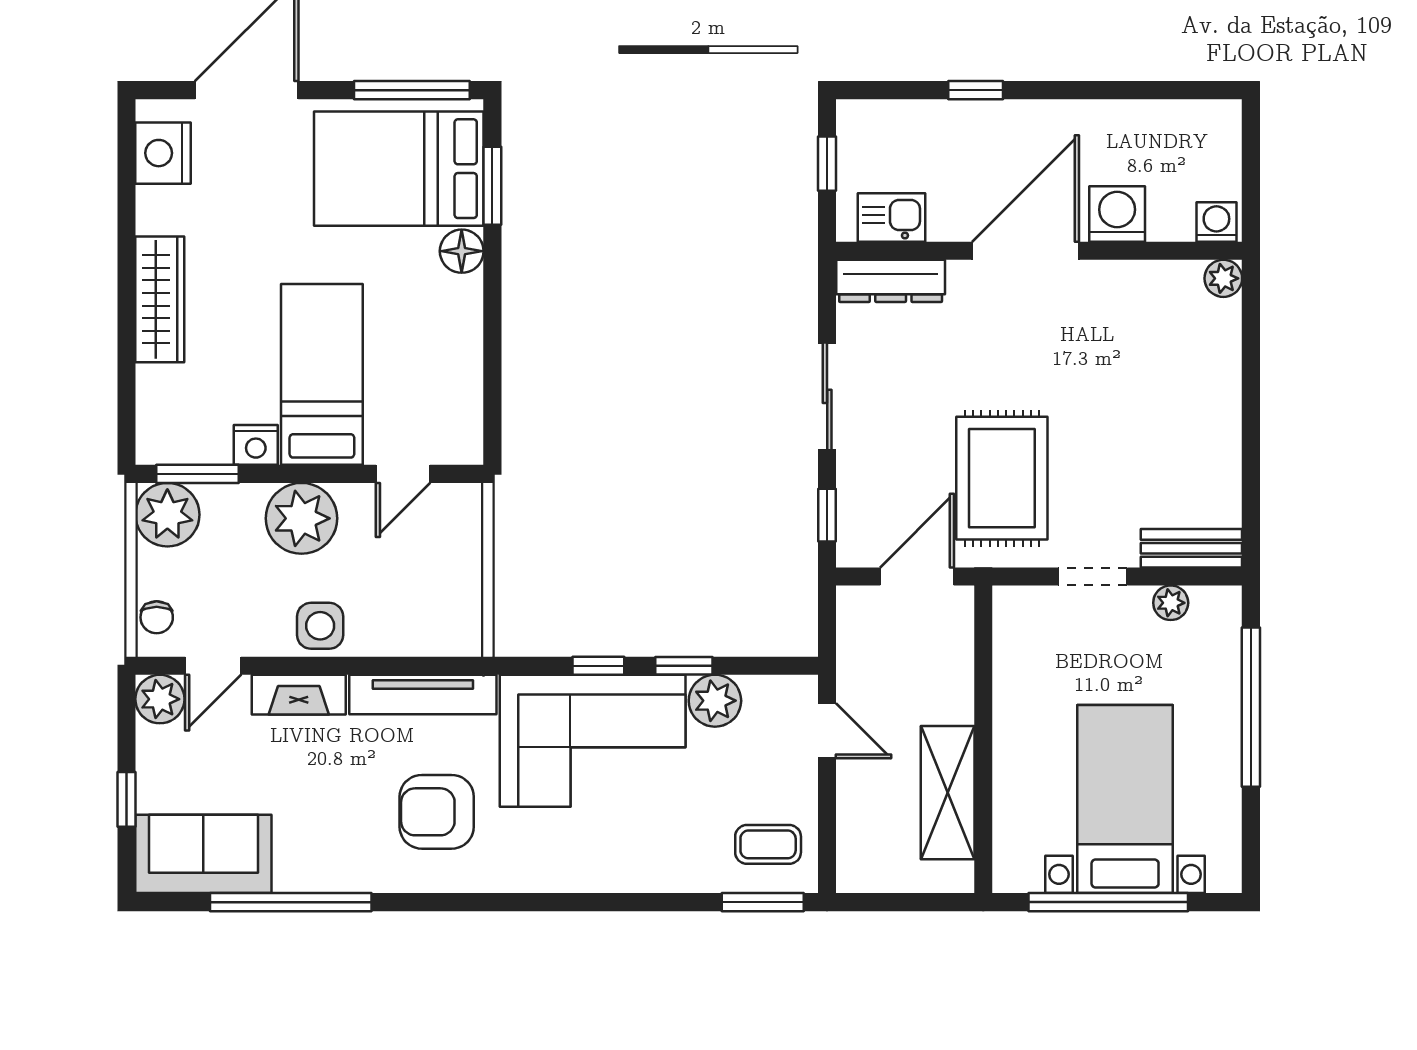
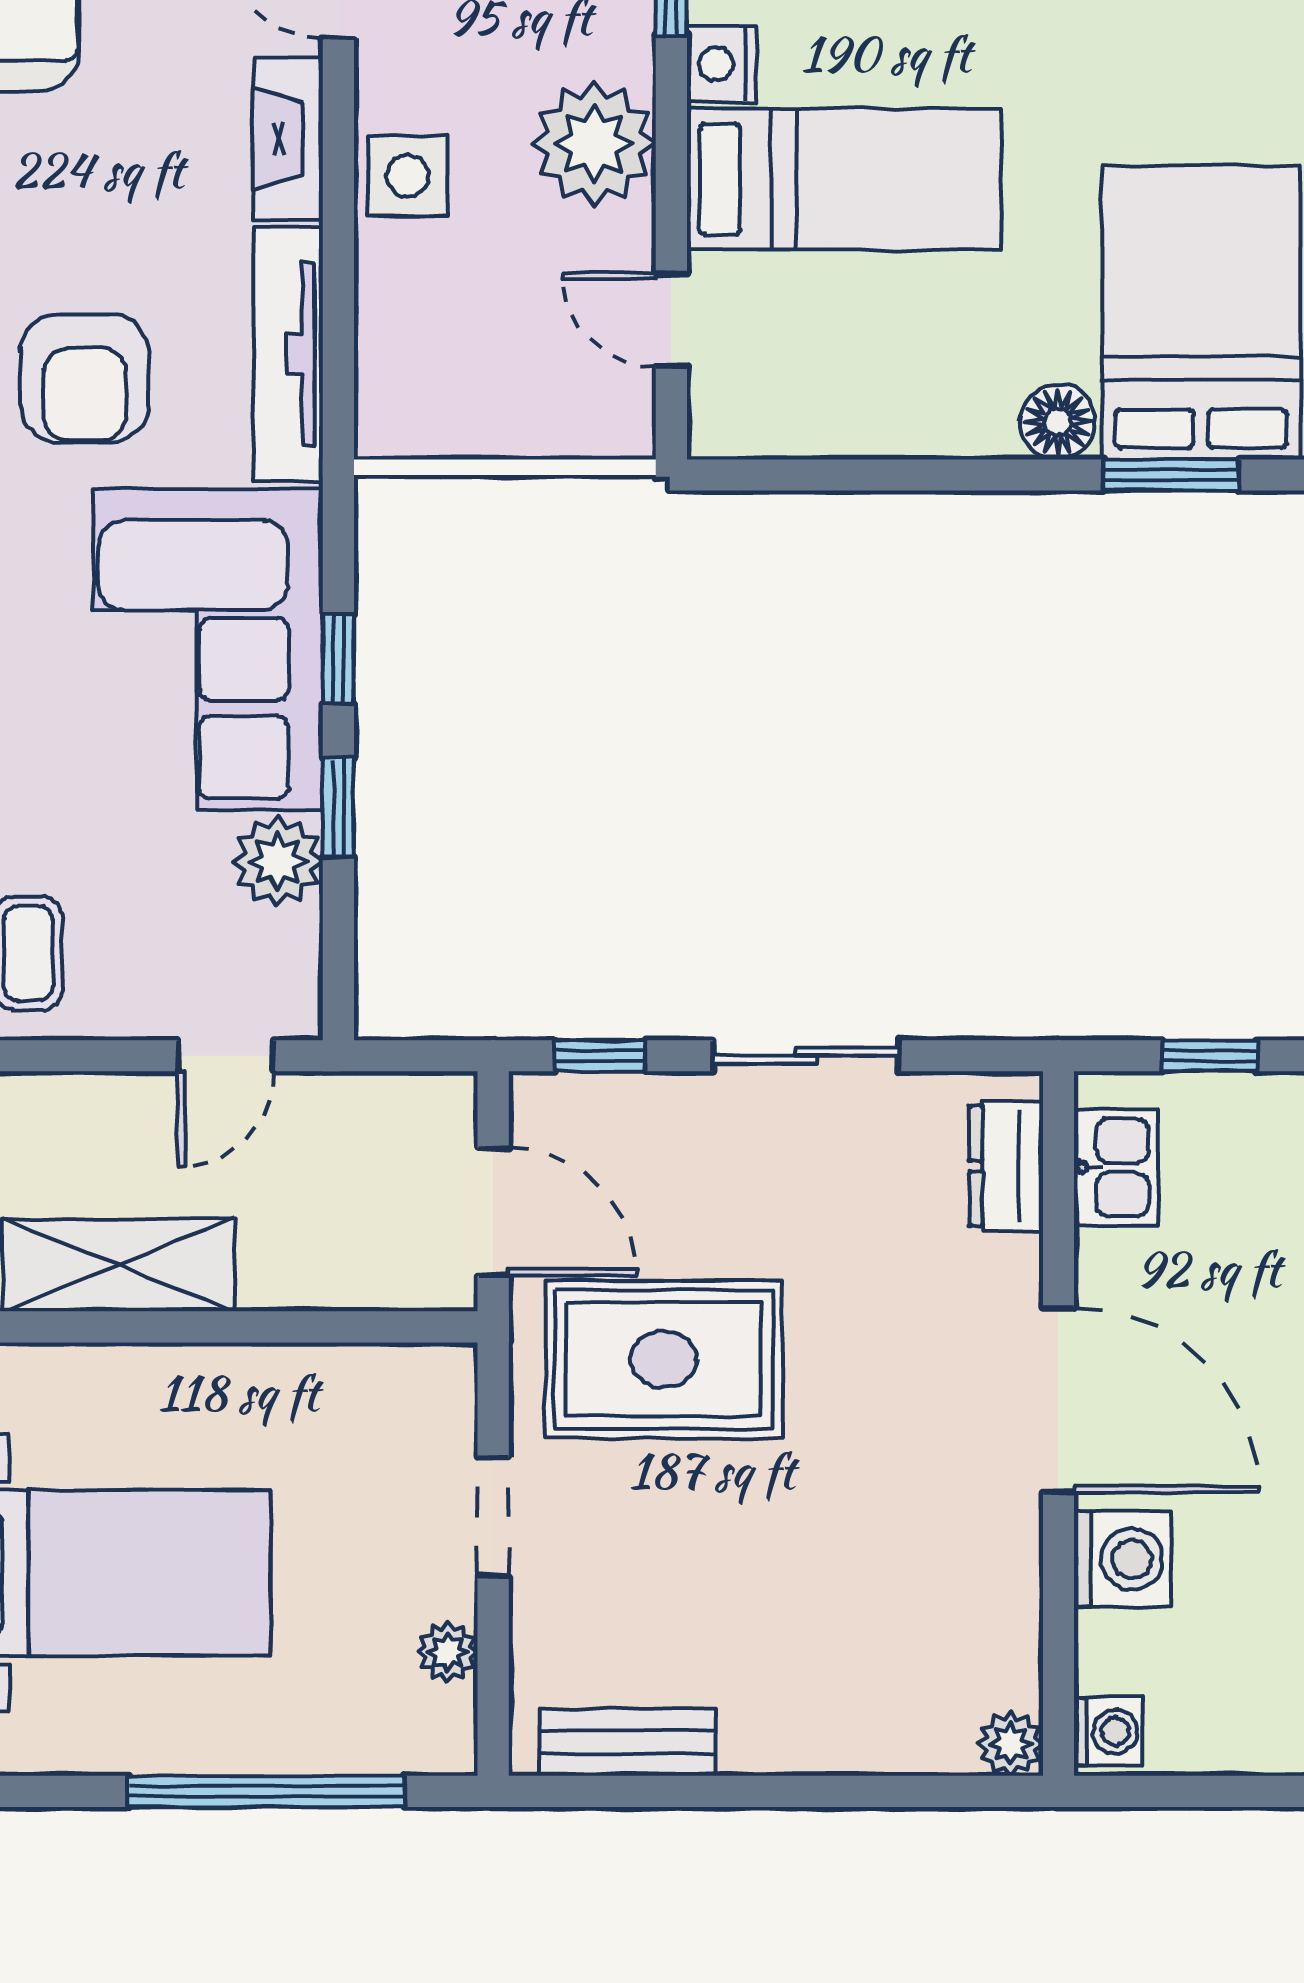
dresser: (891, 281) -> (1006, 1166), width x0.70
bench: (1191, 548) -> (627, 1742), moved, turned 90
armchair: (437, 812) -> (85, 378), turned 180

